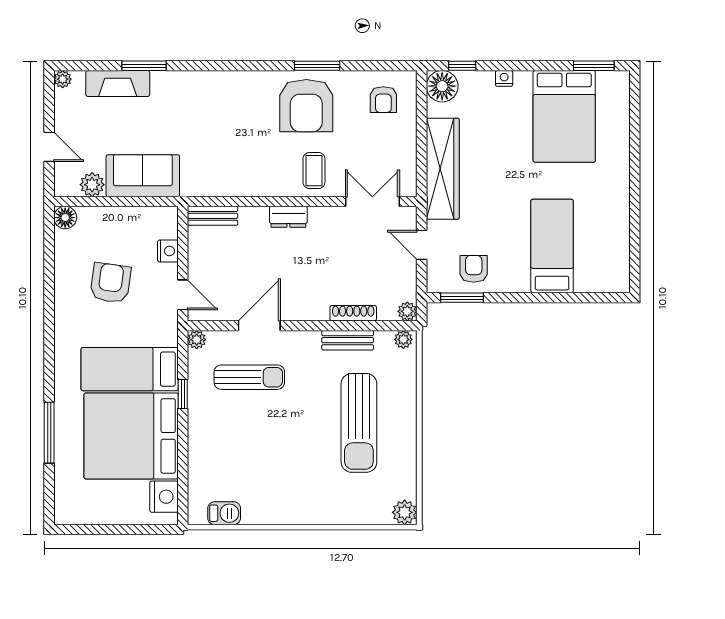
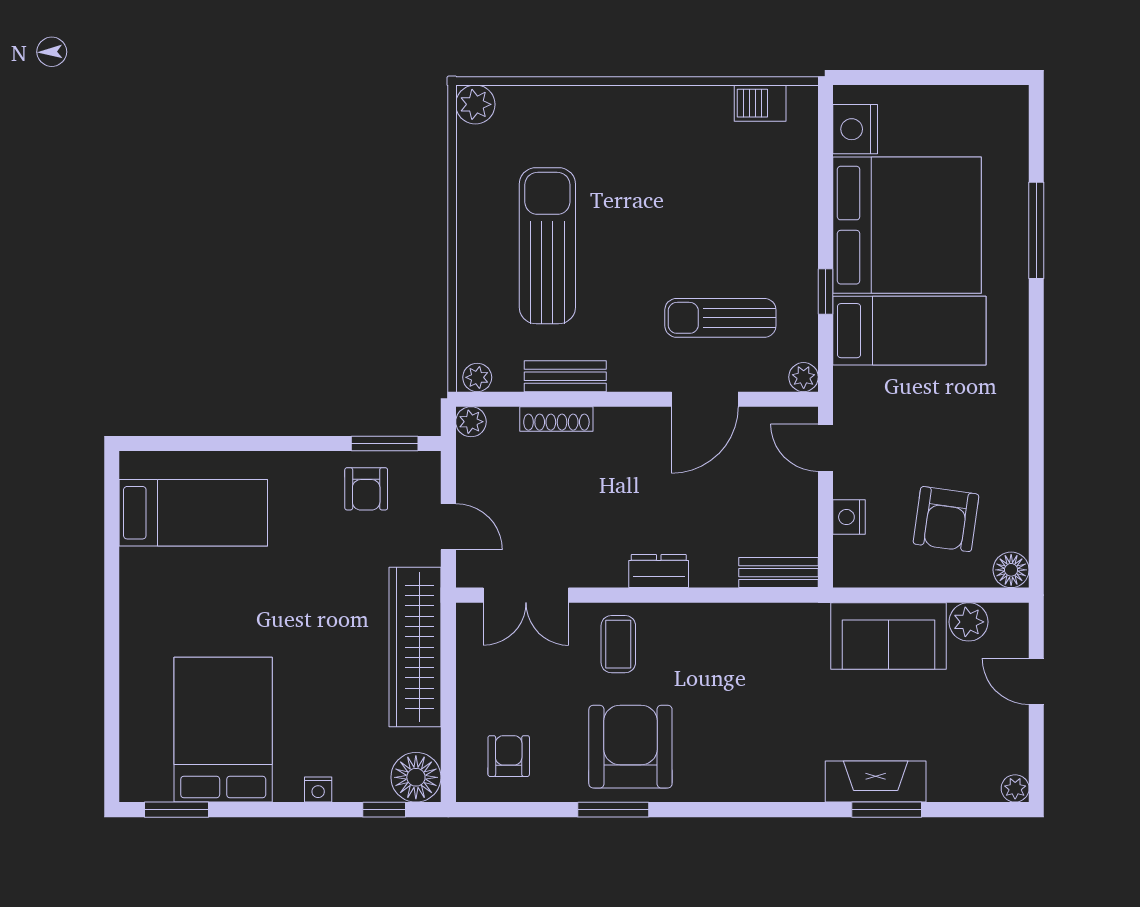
fireplace: (118, 83) -> (876, 782), moved
bed: (552, 246) -> (193, 513), moved, turned -90
armchair: (110, 283) -> (946, 519), moved

